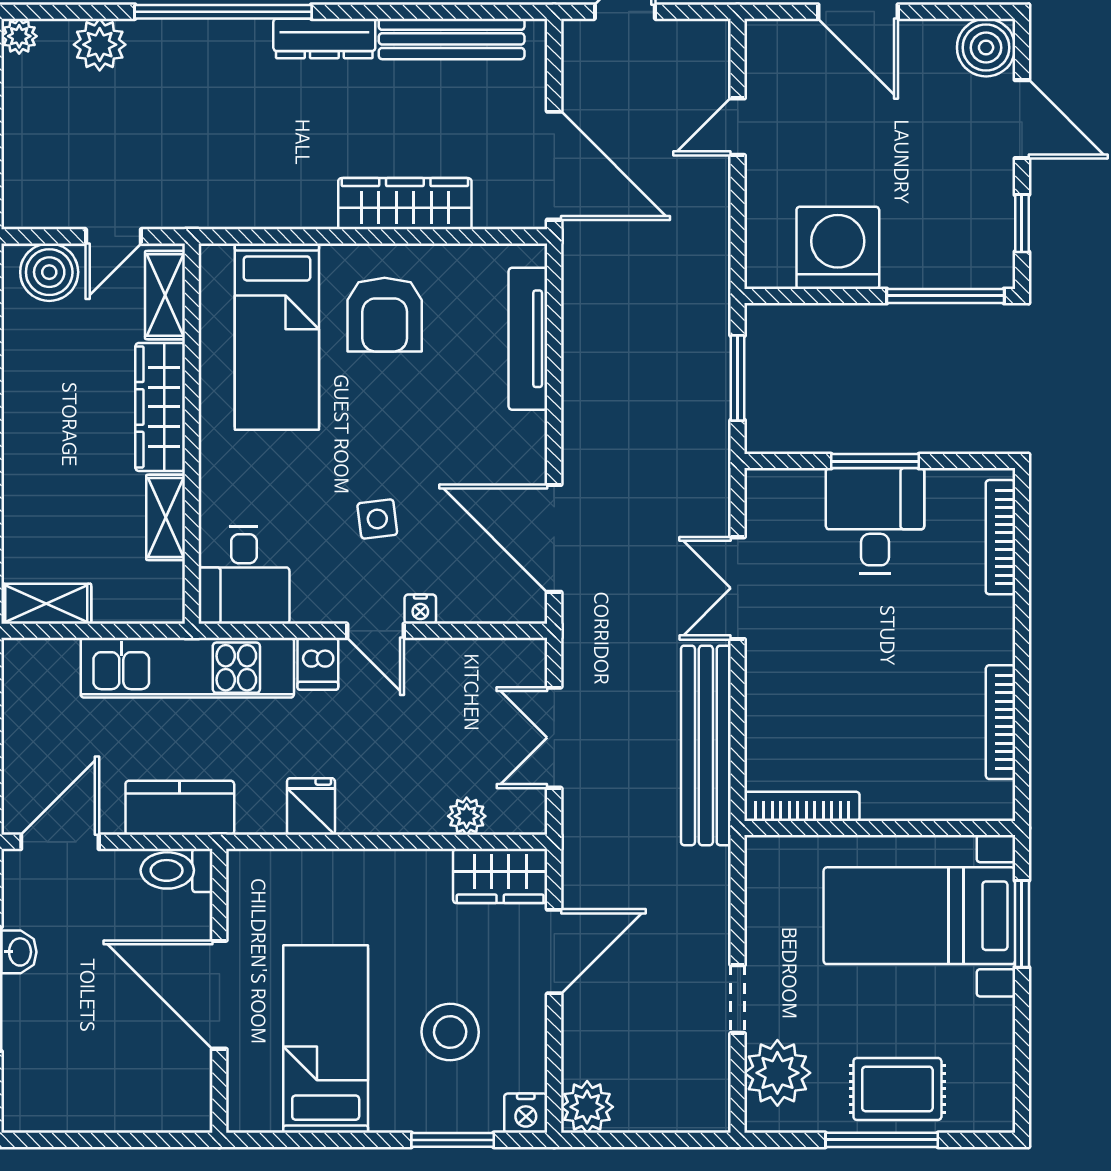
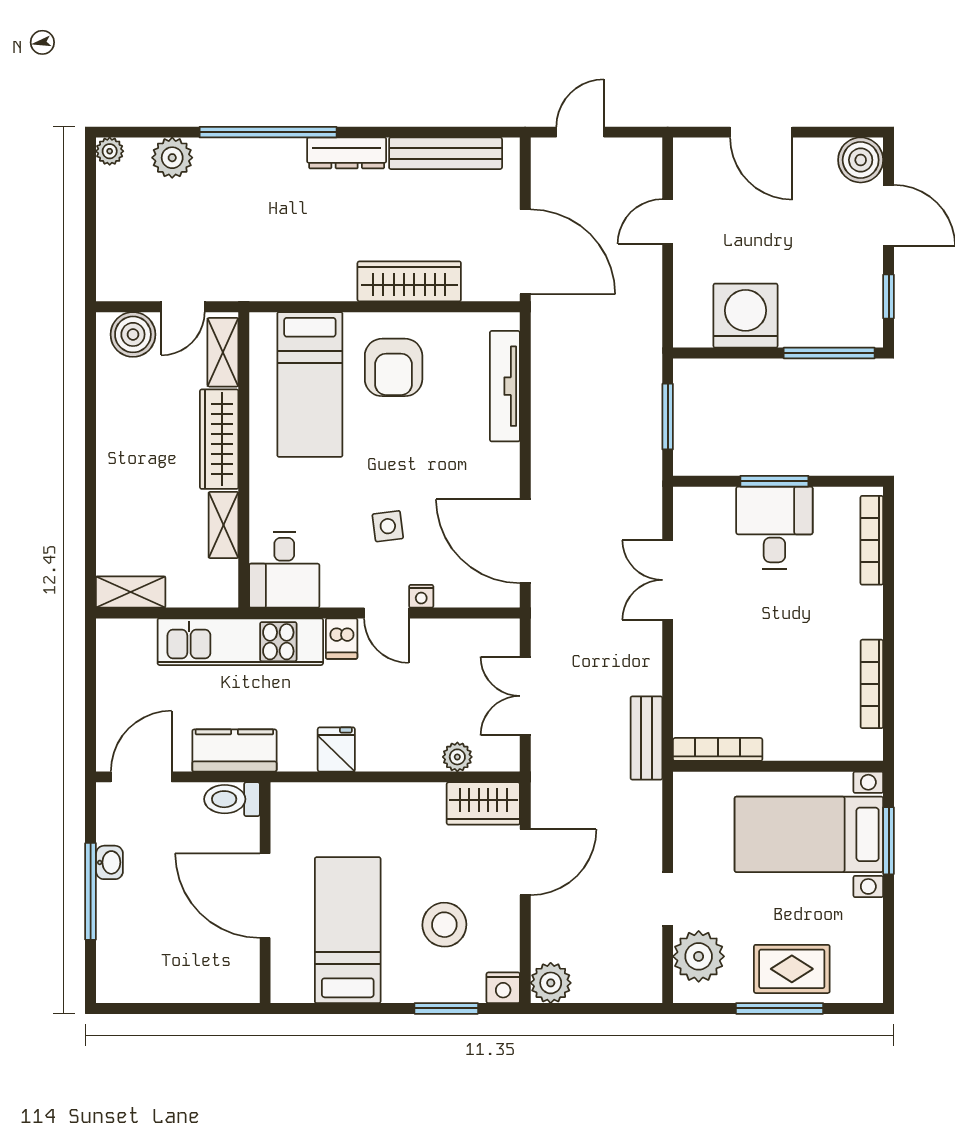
bench: (706, 745) -> (646, 738), width x0.54, depth x0.82

